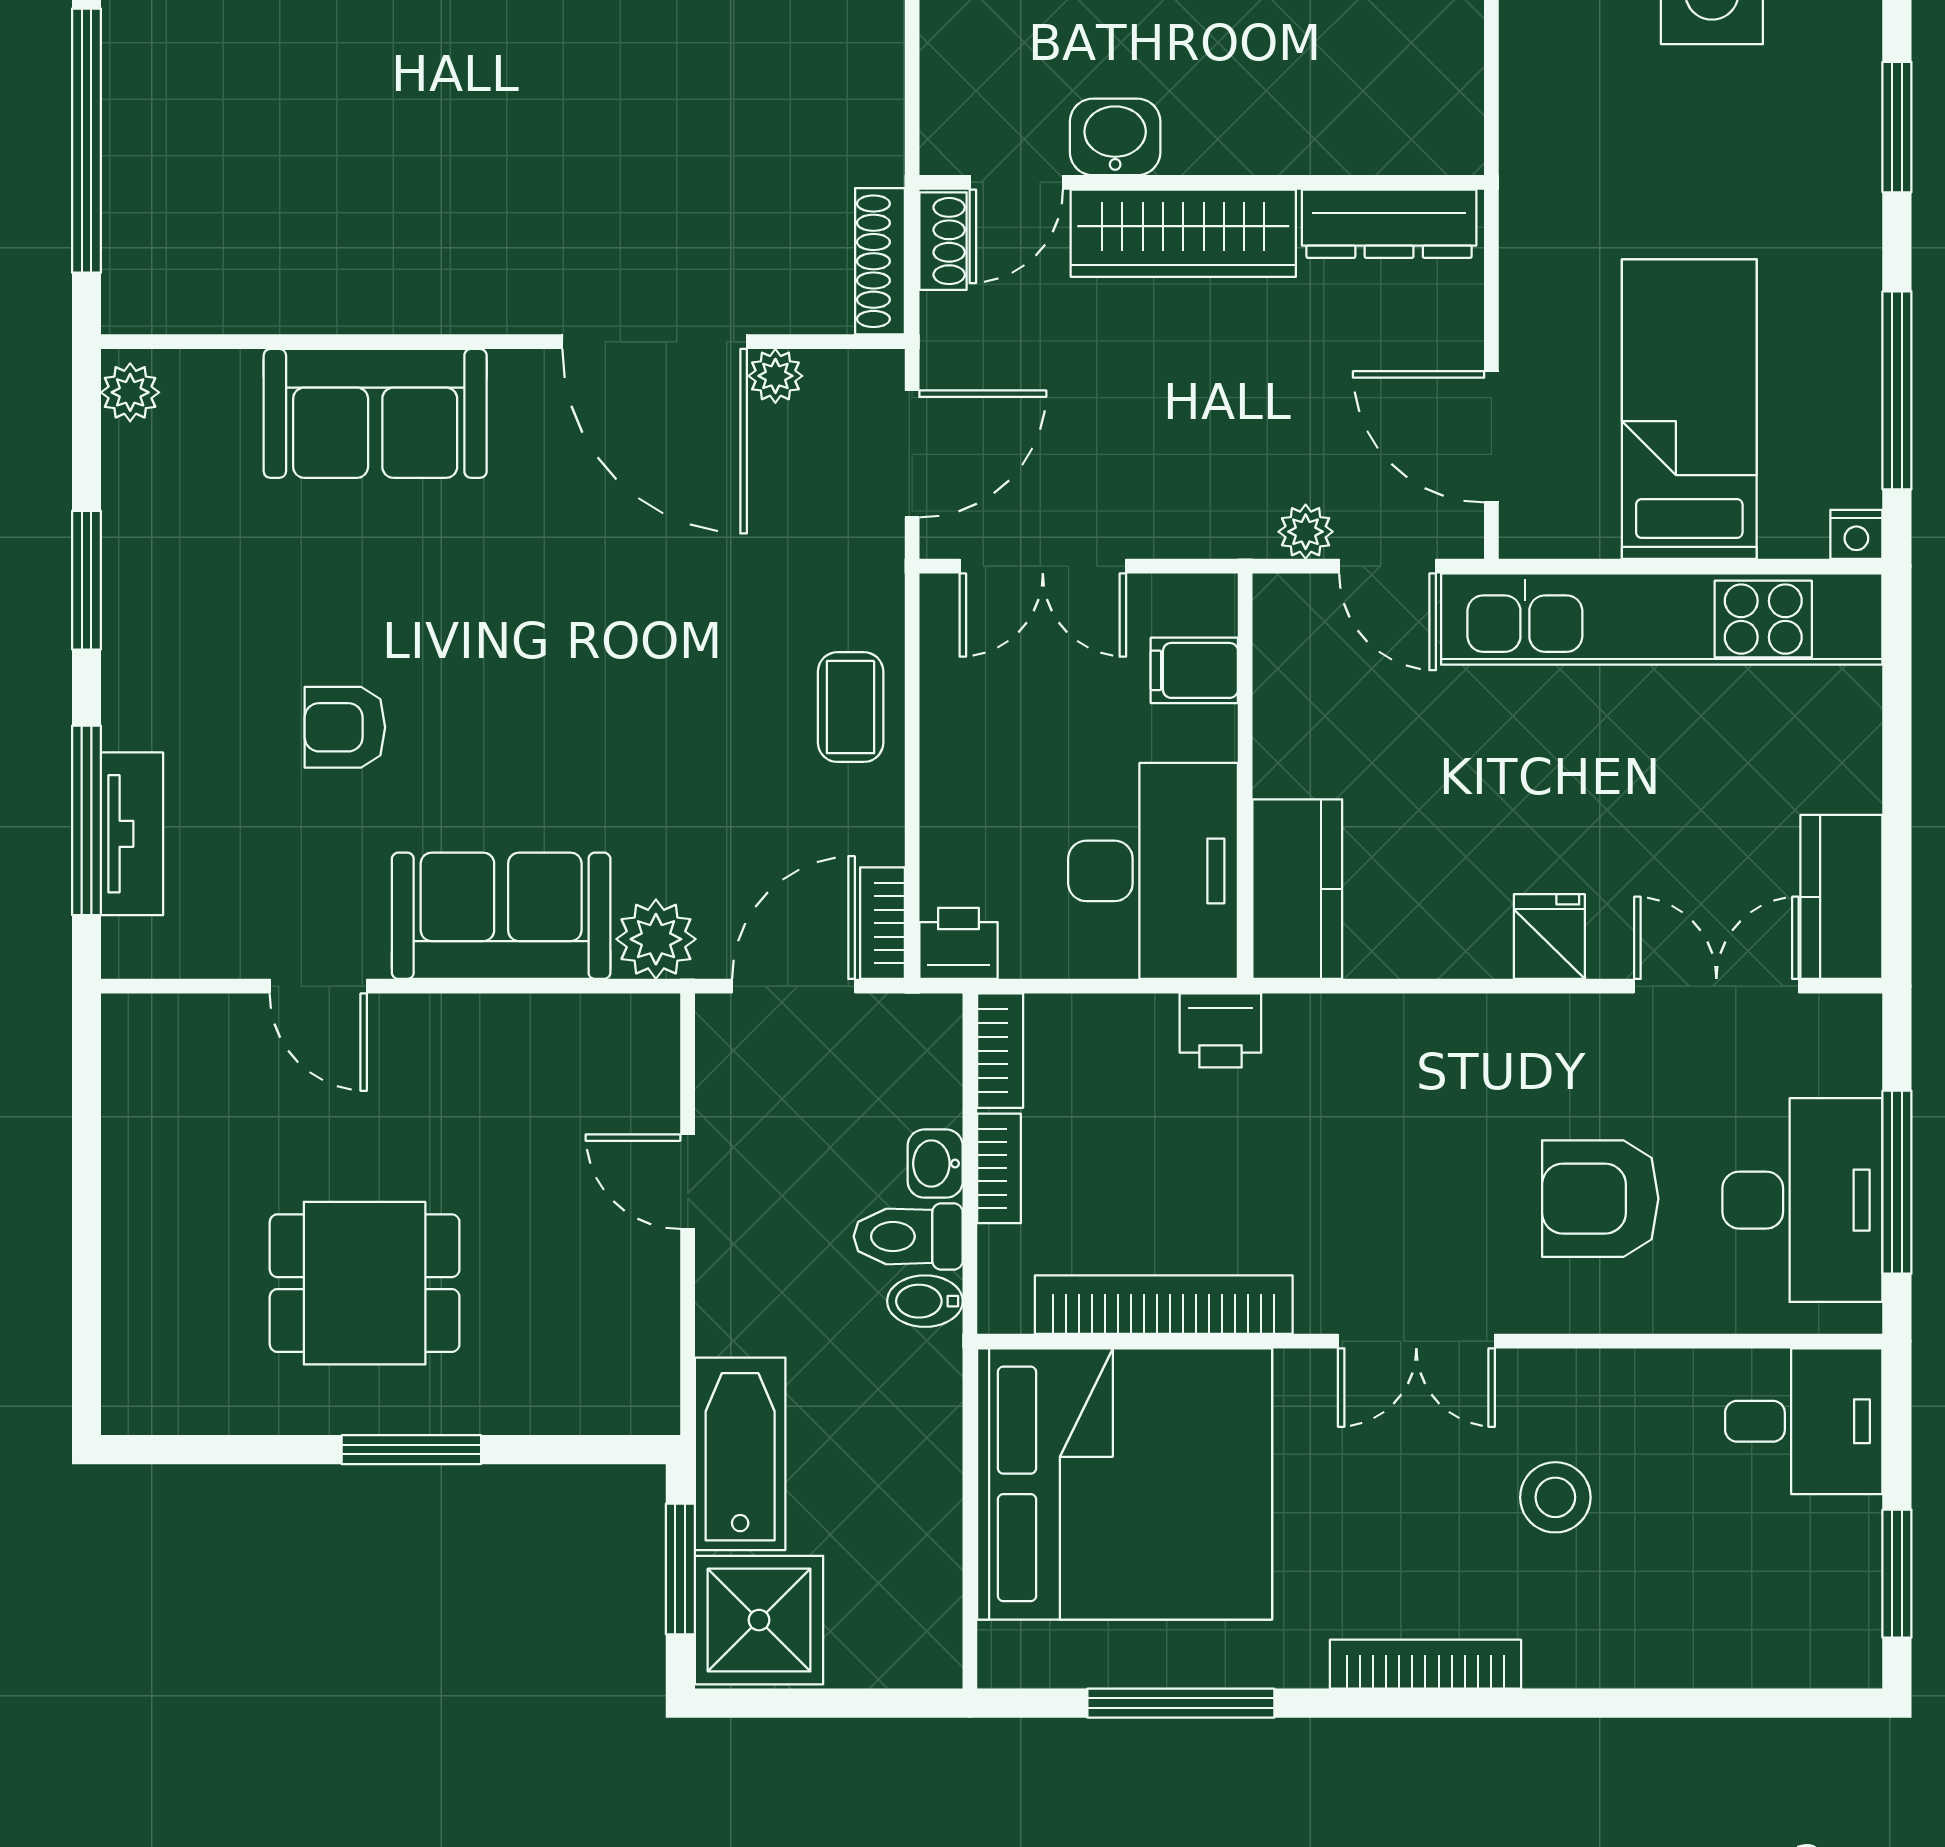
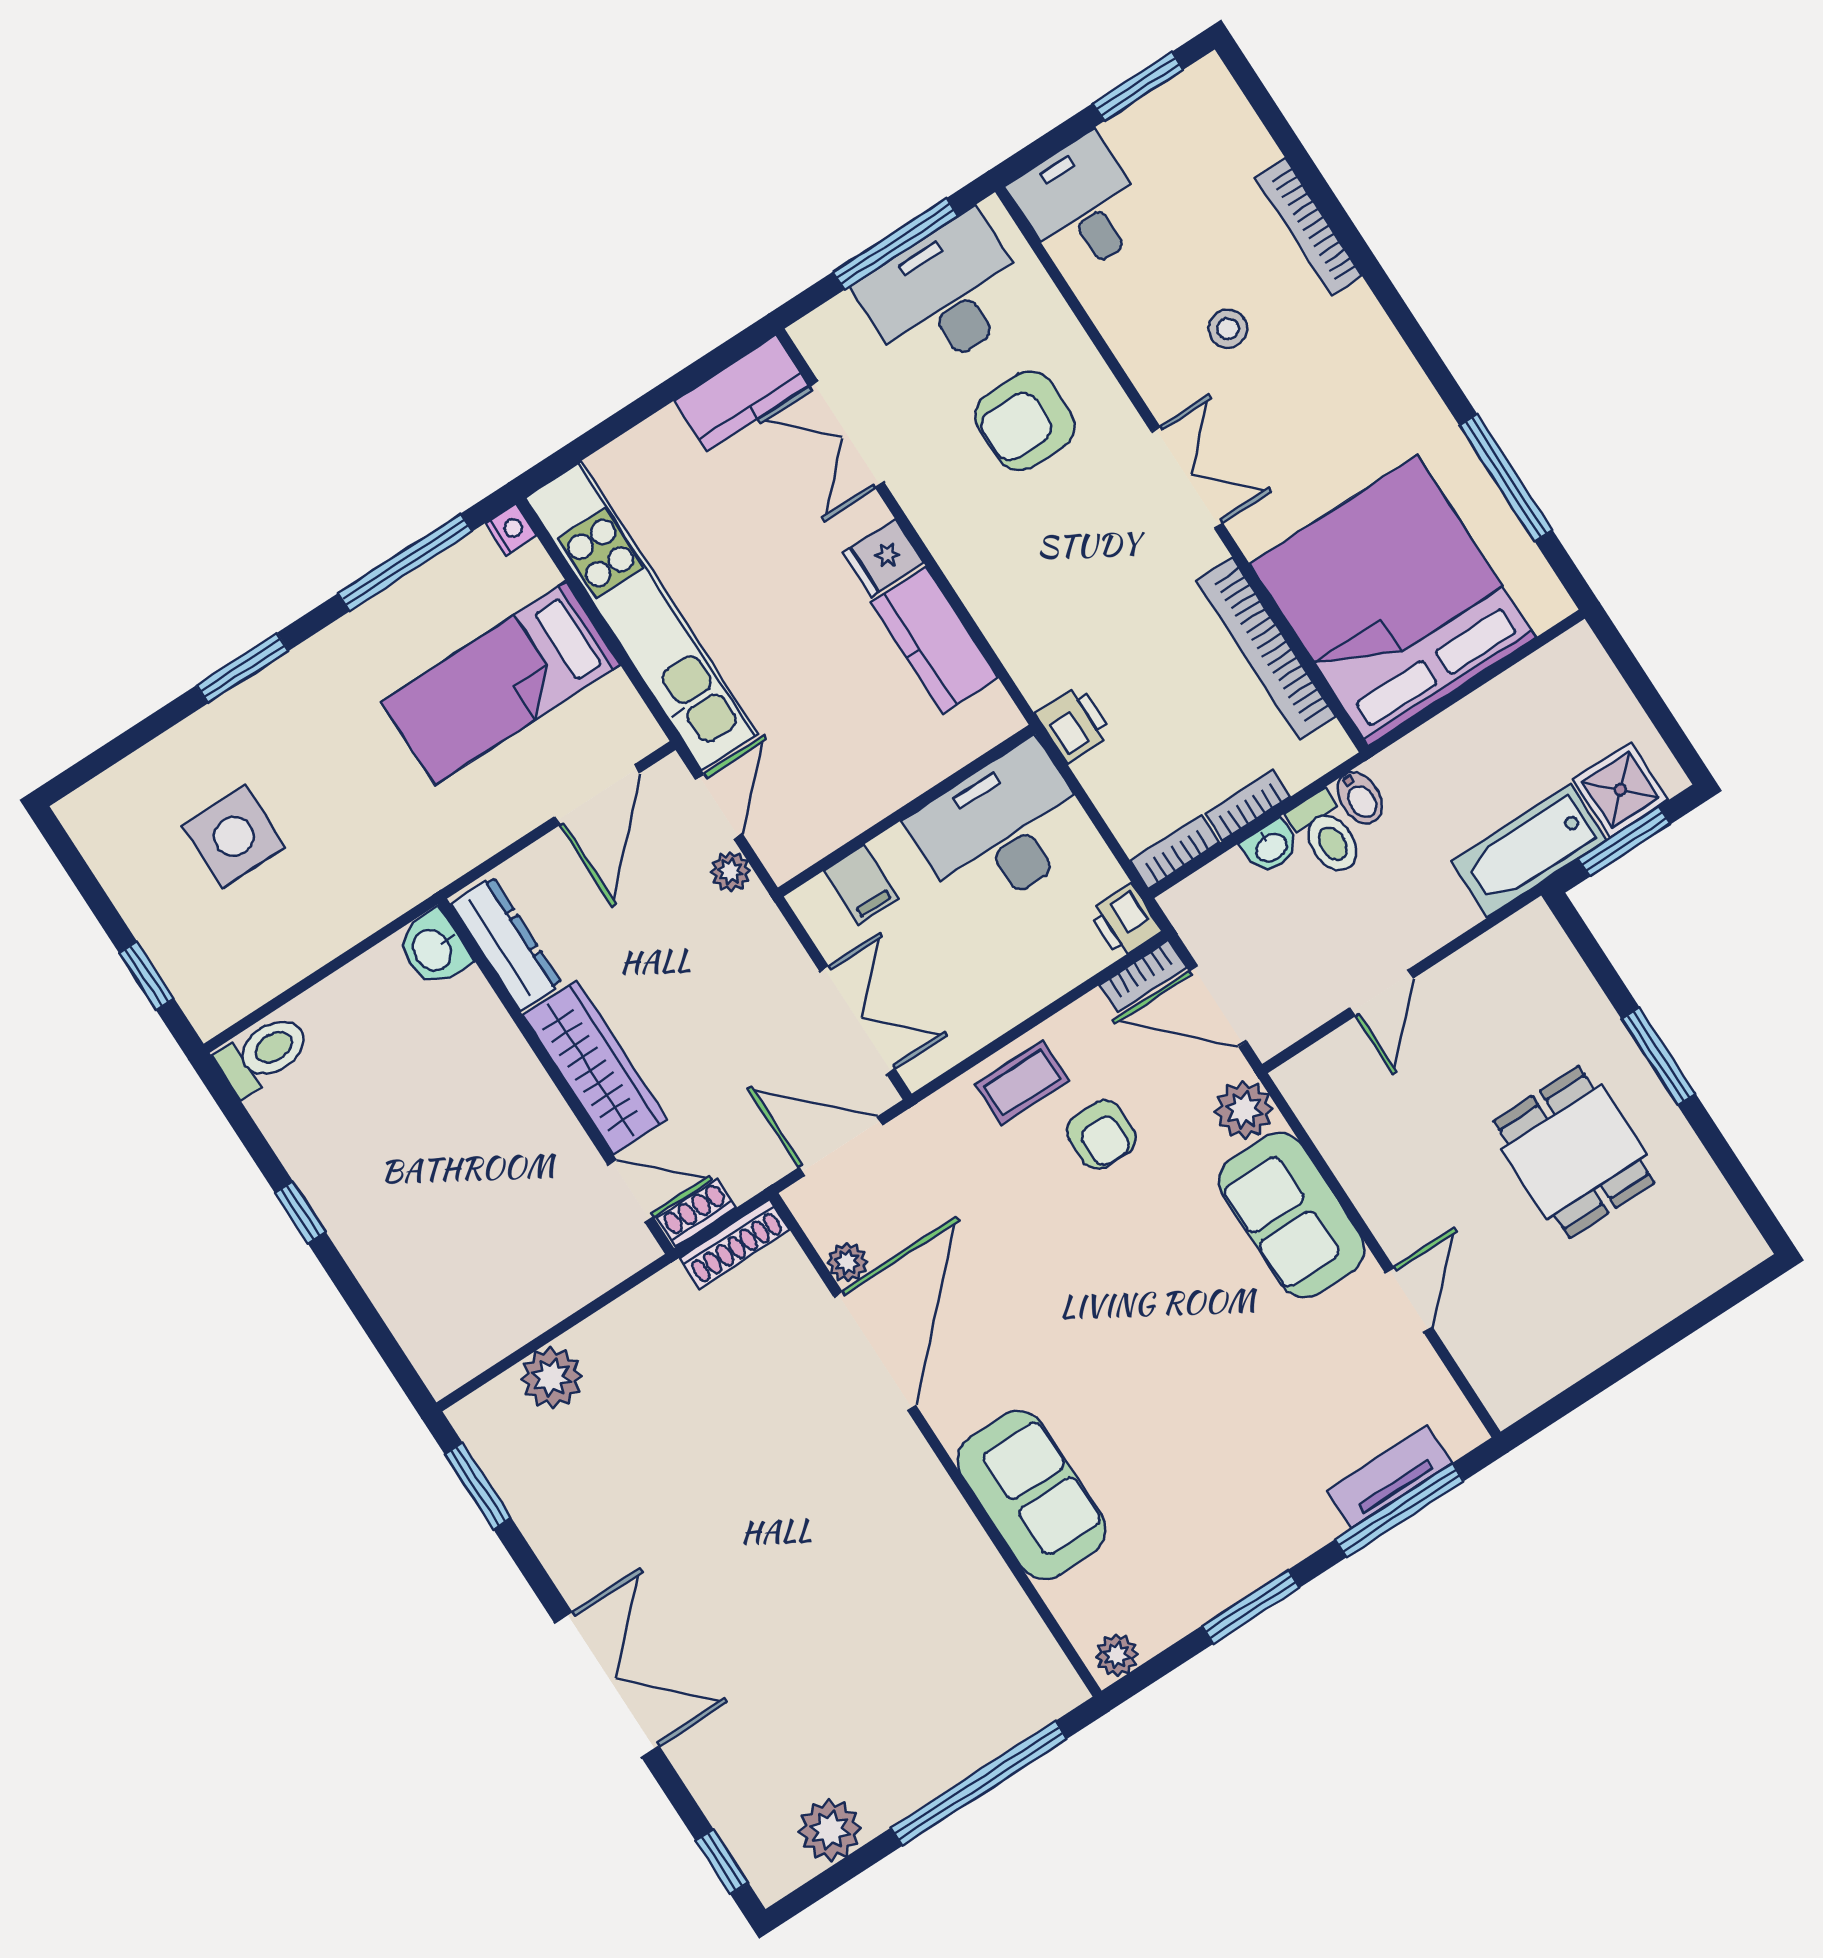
washbasin: (1115, 137) -> (433, 949), moved
armchair: (345, 727) -> (1101, 1135), moved
kitchen counter: (1297, 889) -> (934, 640), moved, turned -90
armchair: (1600, 1199) -> (1025, 421), turned 90
stool: (1555, 1497) -> (1228, 329), width x0.73, depth x0.73
shower: (759, 1620) -> (1620, 790), width x0.73, depth x0.73
bookcase: (1425, 1664) -> (1309, 227), moved

